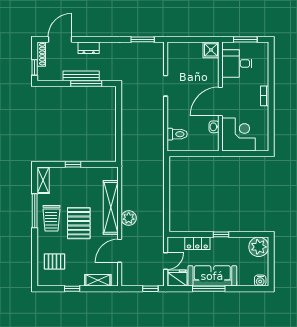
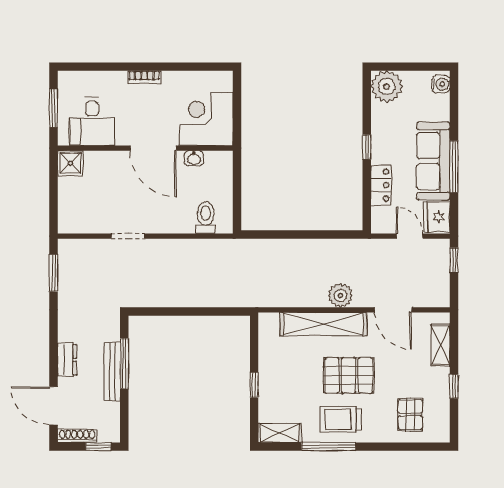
trolley: (51, 218) -> (341, 419), turned 180

